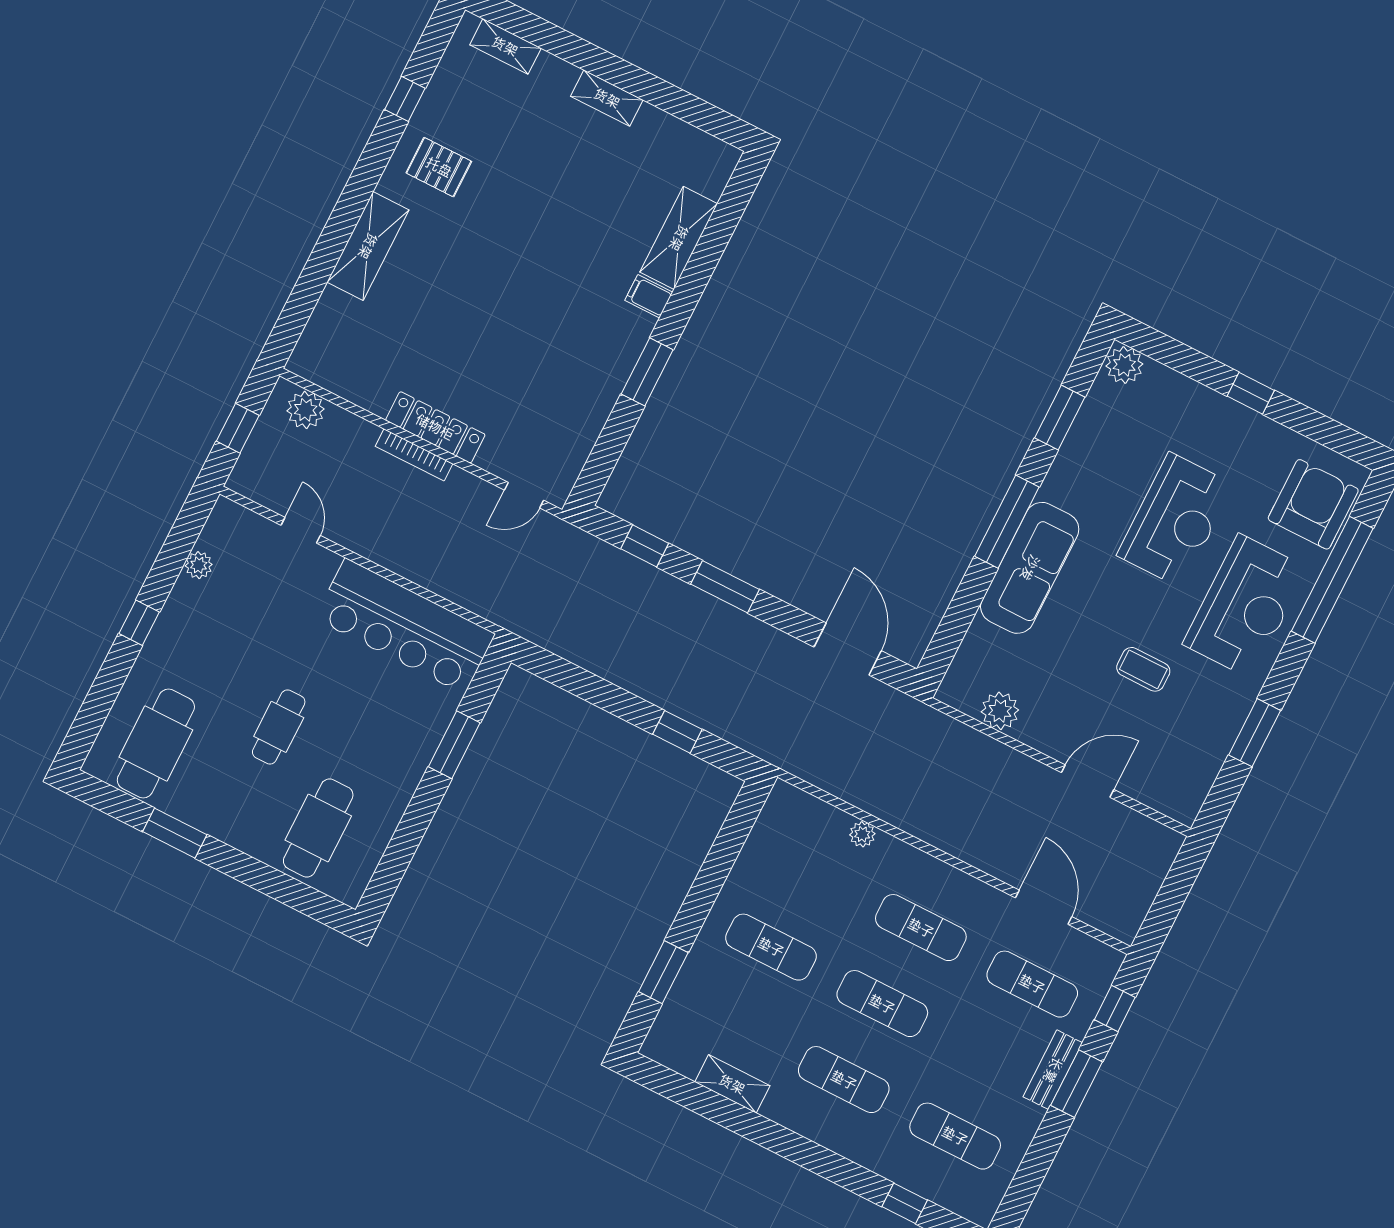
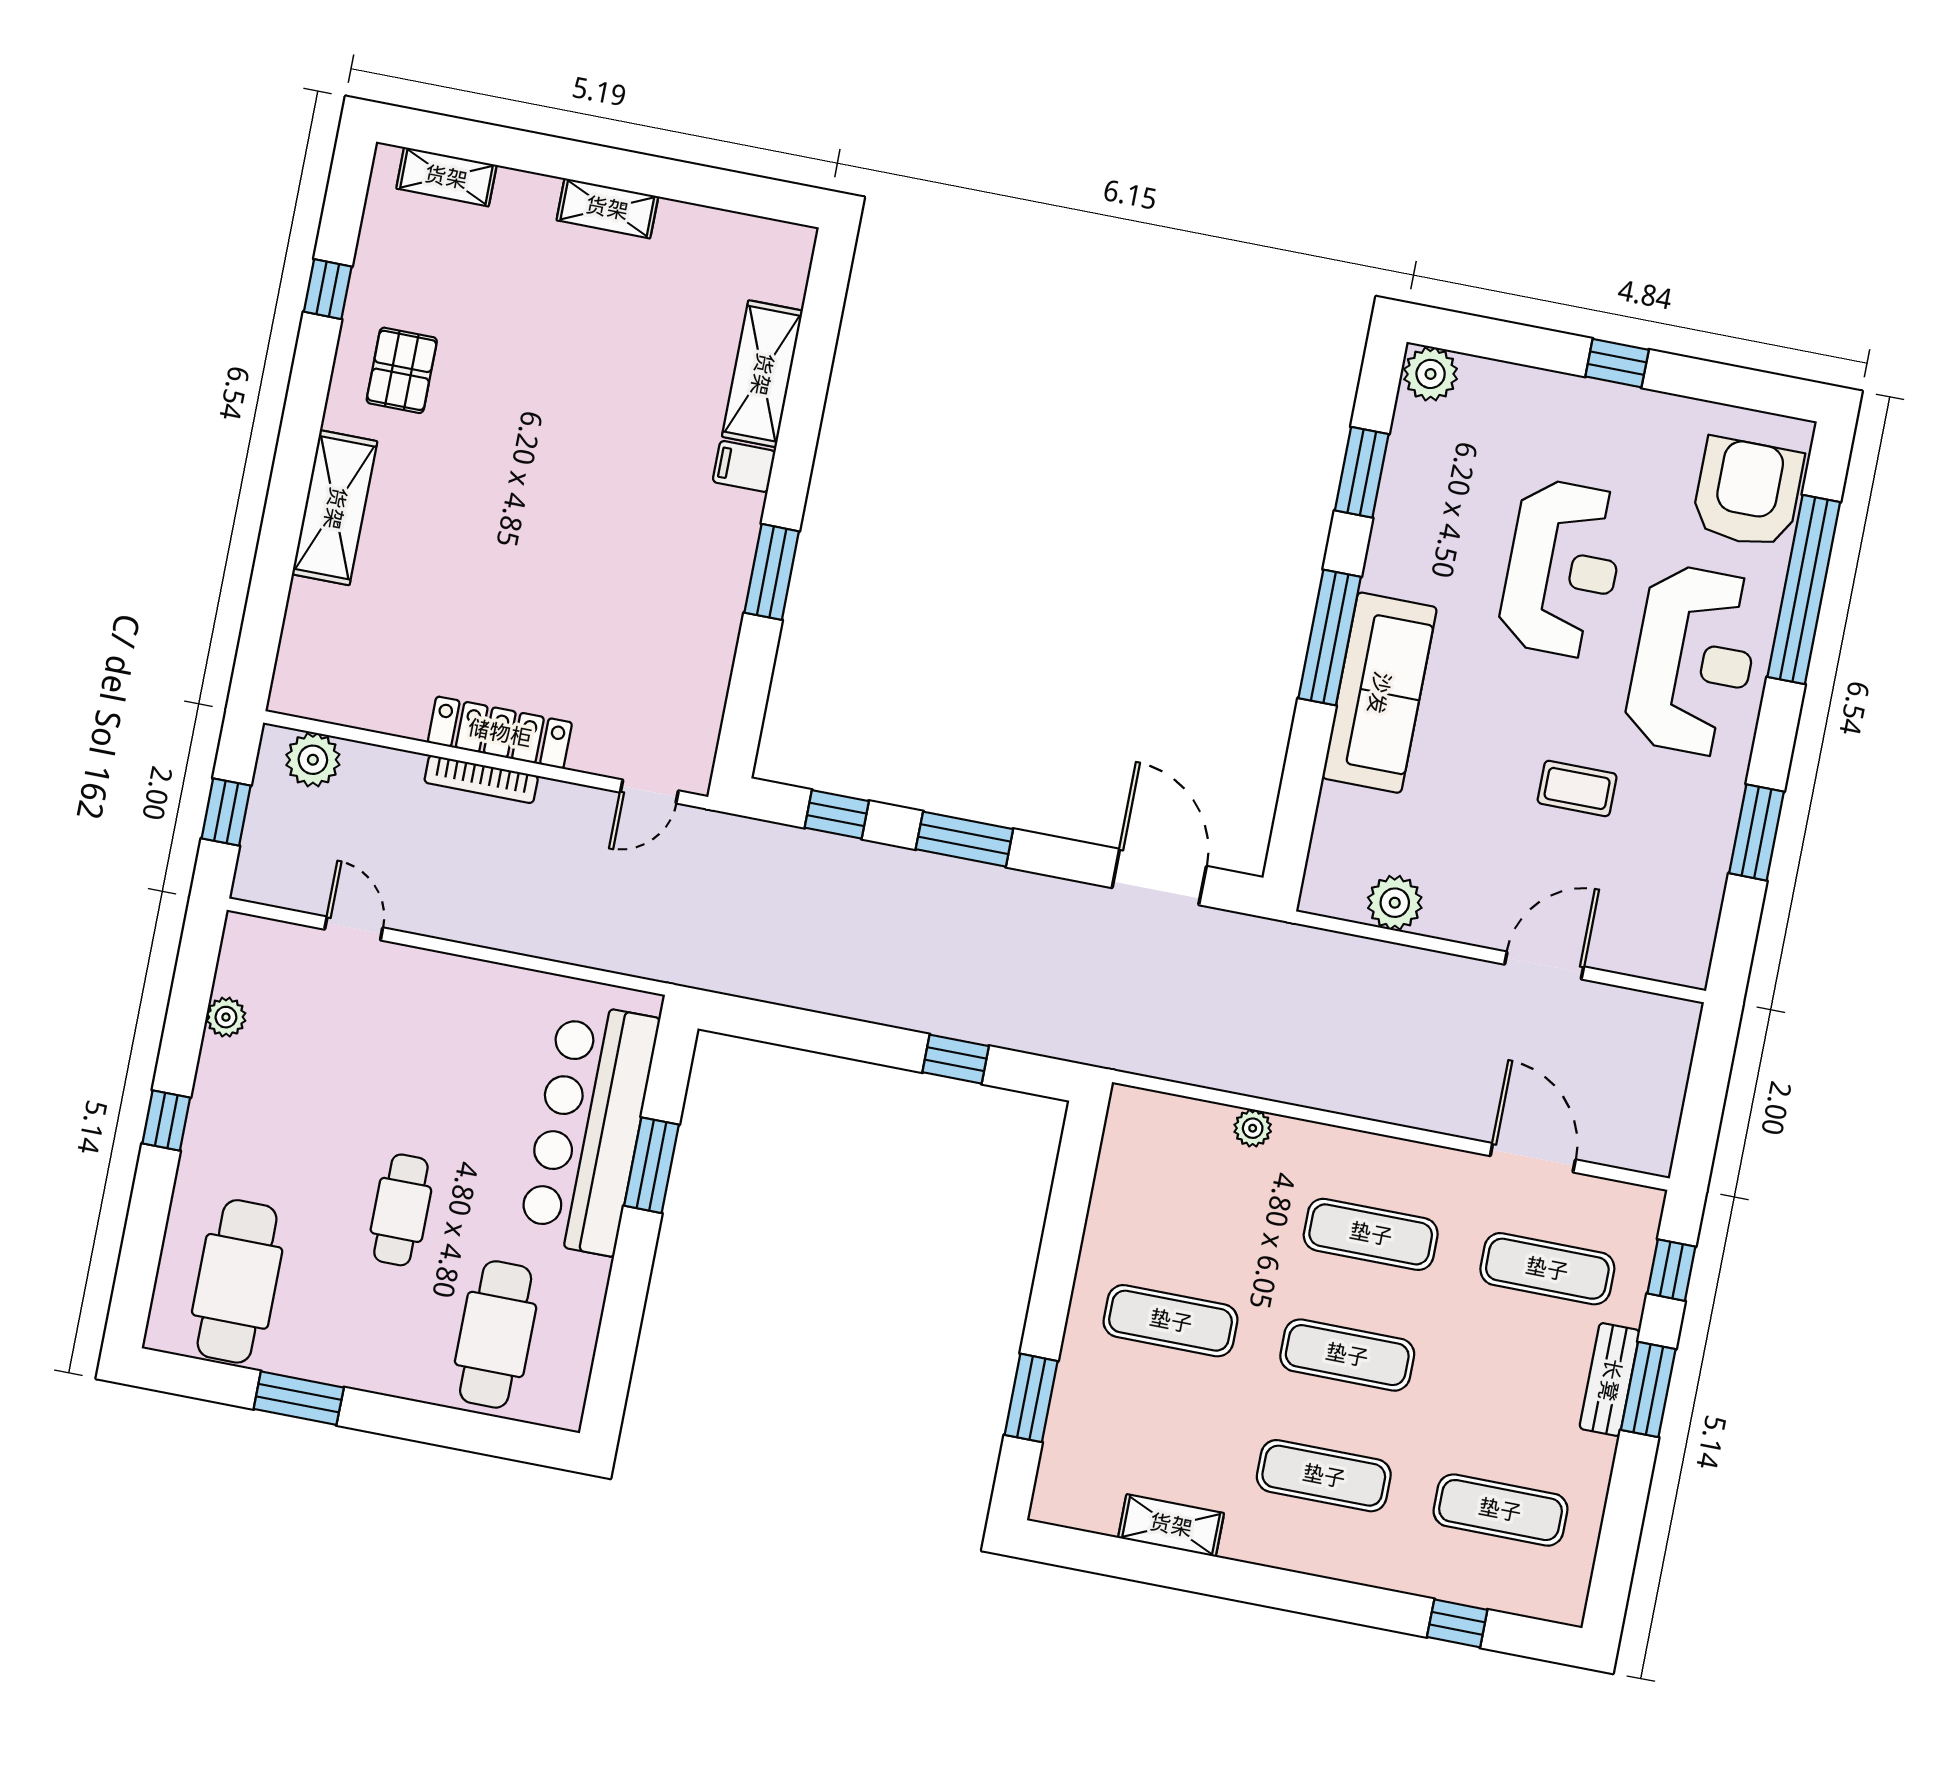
pallet: (439, 167) -> (402, 370), turned 90
bar counter: (405, 626) -> (589, 1128), moved, turned 90

